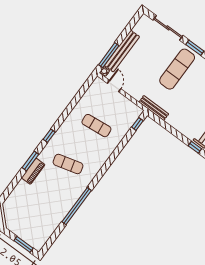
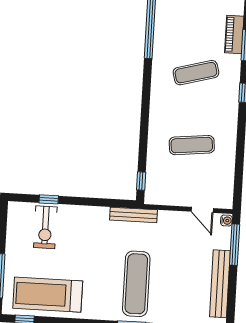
bench: (122, 51) -> (220, 284), moved

